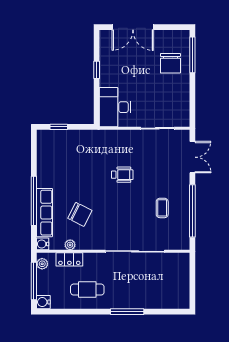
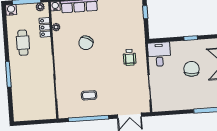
chair: (170, 63) -> (191, 69), moved, turned 95
desk: (115, 107) -> (159, 54), width x0.73
wheelchair: (122, 175) -> (130, 57), moved
chair: (80, 214) -> (86, 43), moved

